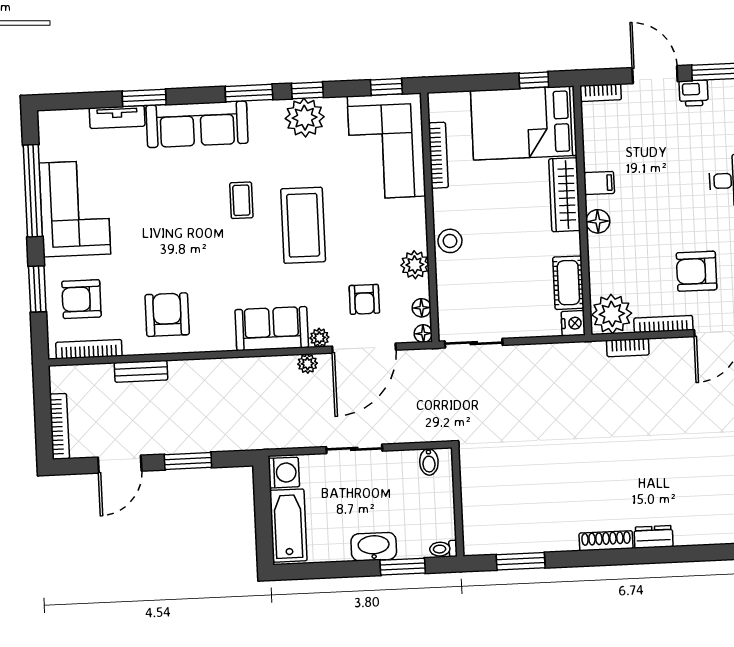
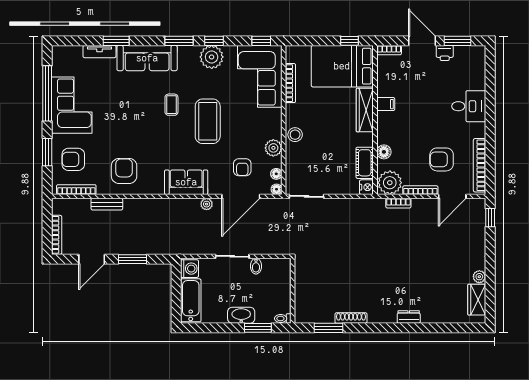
floor lamp: (598, 221) -> (384, 152), moved
plant: (319, 338) -> (214, 189), removed
bidet: (429, 462) -> (256, 266), moved
shoe rack: (606, 541) -> (351, 318), moved

